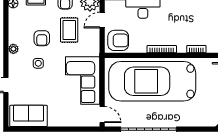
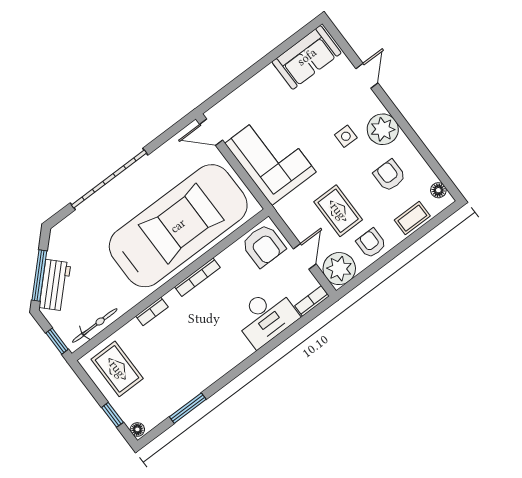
armchair: (42, 38) -> (389, 175), moved
armchair: (118, 40) -> (263, 246), turned -90
plant: (13, 49) -> (383, 129), width x1.87, depth x1.87
garage door: (149, 129) -> (109, 179), moved

